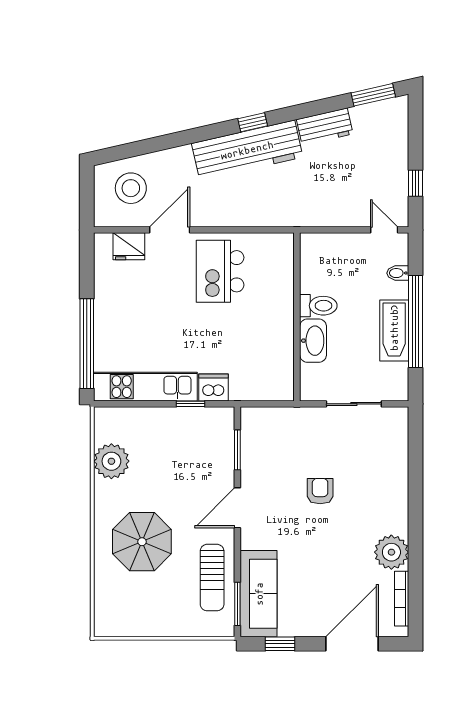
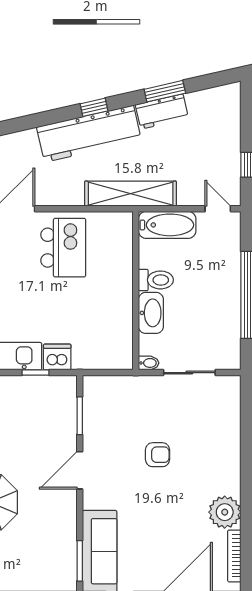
window: (373, 95) -> (165, 91), moved
shelving: (291, 214) -> (131, 194), added
kitchen island: (220, 271) -> (63, 248), turned 180
bidet: (398, 273) -> (149, 363), moved, turned 180
bathtub: (394, 330) -> (167, 225), moved, turned -90
armchair: (320, 491) -> (158, 455), turned 90
sun lounger: (212, 578) -> (56, 536), removed

